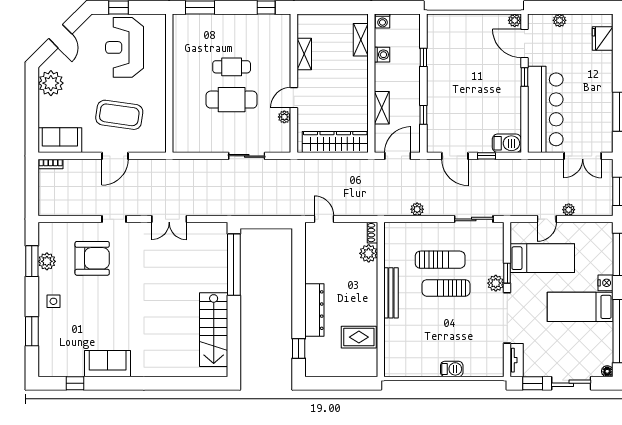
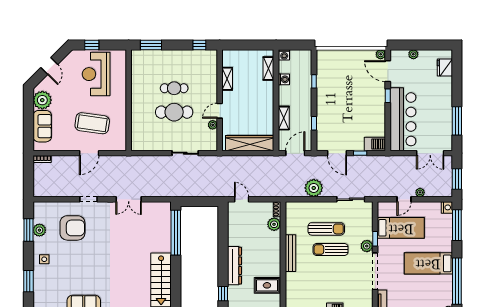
sofa: (60, 140) -> (42, 126), moved, turned 90
plant: (417, 209) -> (314, 188), width x1.87, depth x1.87
nightstand: (605, 283) -> (447, 207), moved

